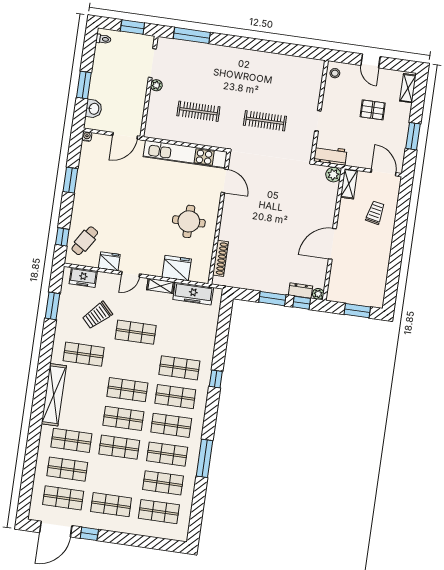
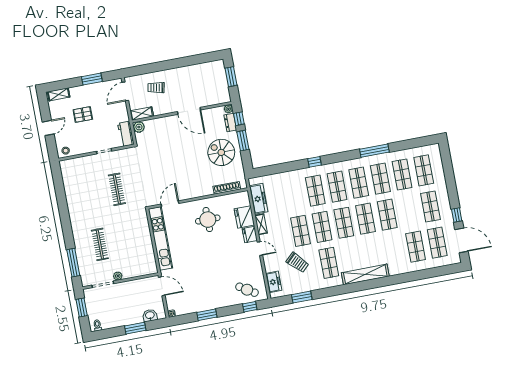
pallet: (373, 110) -> (83, 114), turned 90
clothes rail: (198, 111) -> (100, 244), moved
fridge: (109, 261) -> (250, 234), moved
spiral stairs: (267, 267) -> (221, 152), added
shop shelf: (71, 440) -> (322, 227), moved

